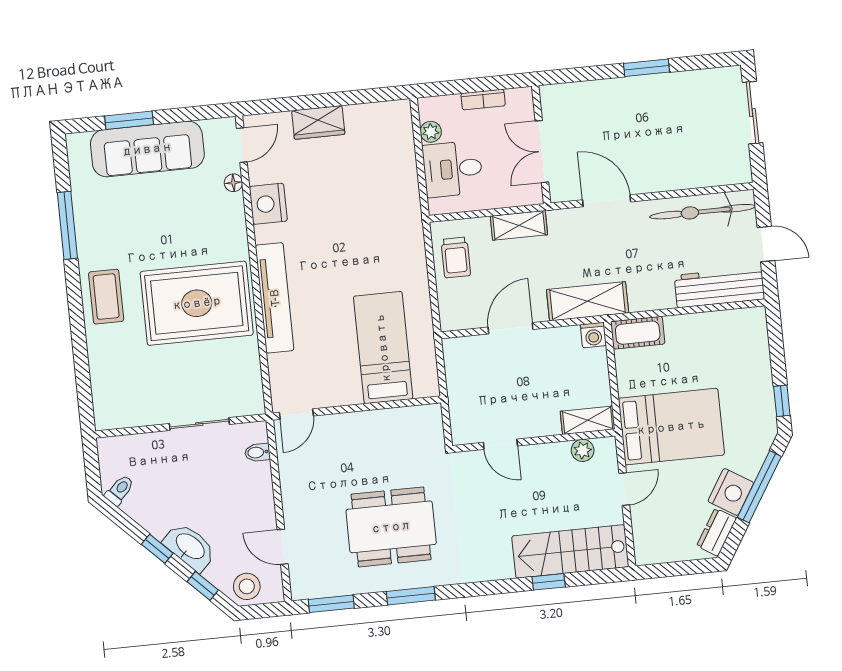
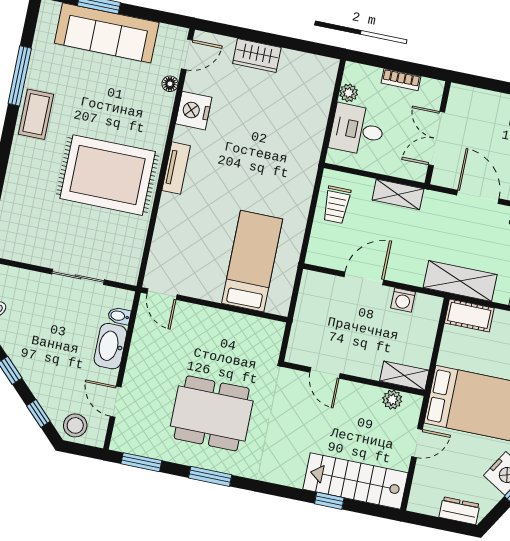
coffee table: (106, 297) -> (36, 114), moved
tv unit: (275, 298) -> (176, 168), width x0.52, depth x0.78
shelving: (588, 301) -> (460, 281), moved
washing machine: (593, 335) -> (403, 300), moved
door: (296, 414) -> (162, 294), hinge flipped
dresser: (717, 532) -> (459, 511), moved, turned 58
washbasin: (190, 547) -> (110, 346), moved, turned -135

